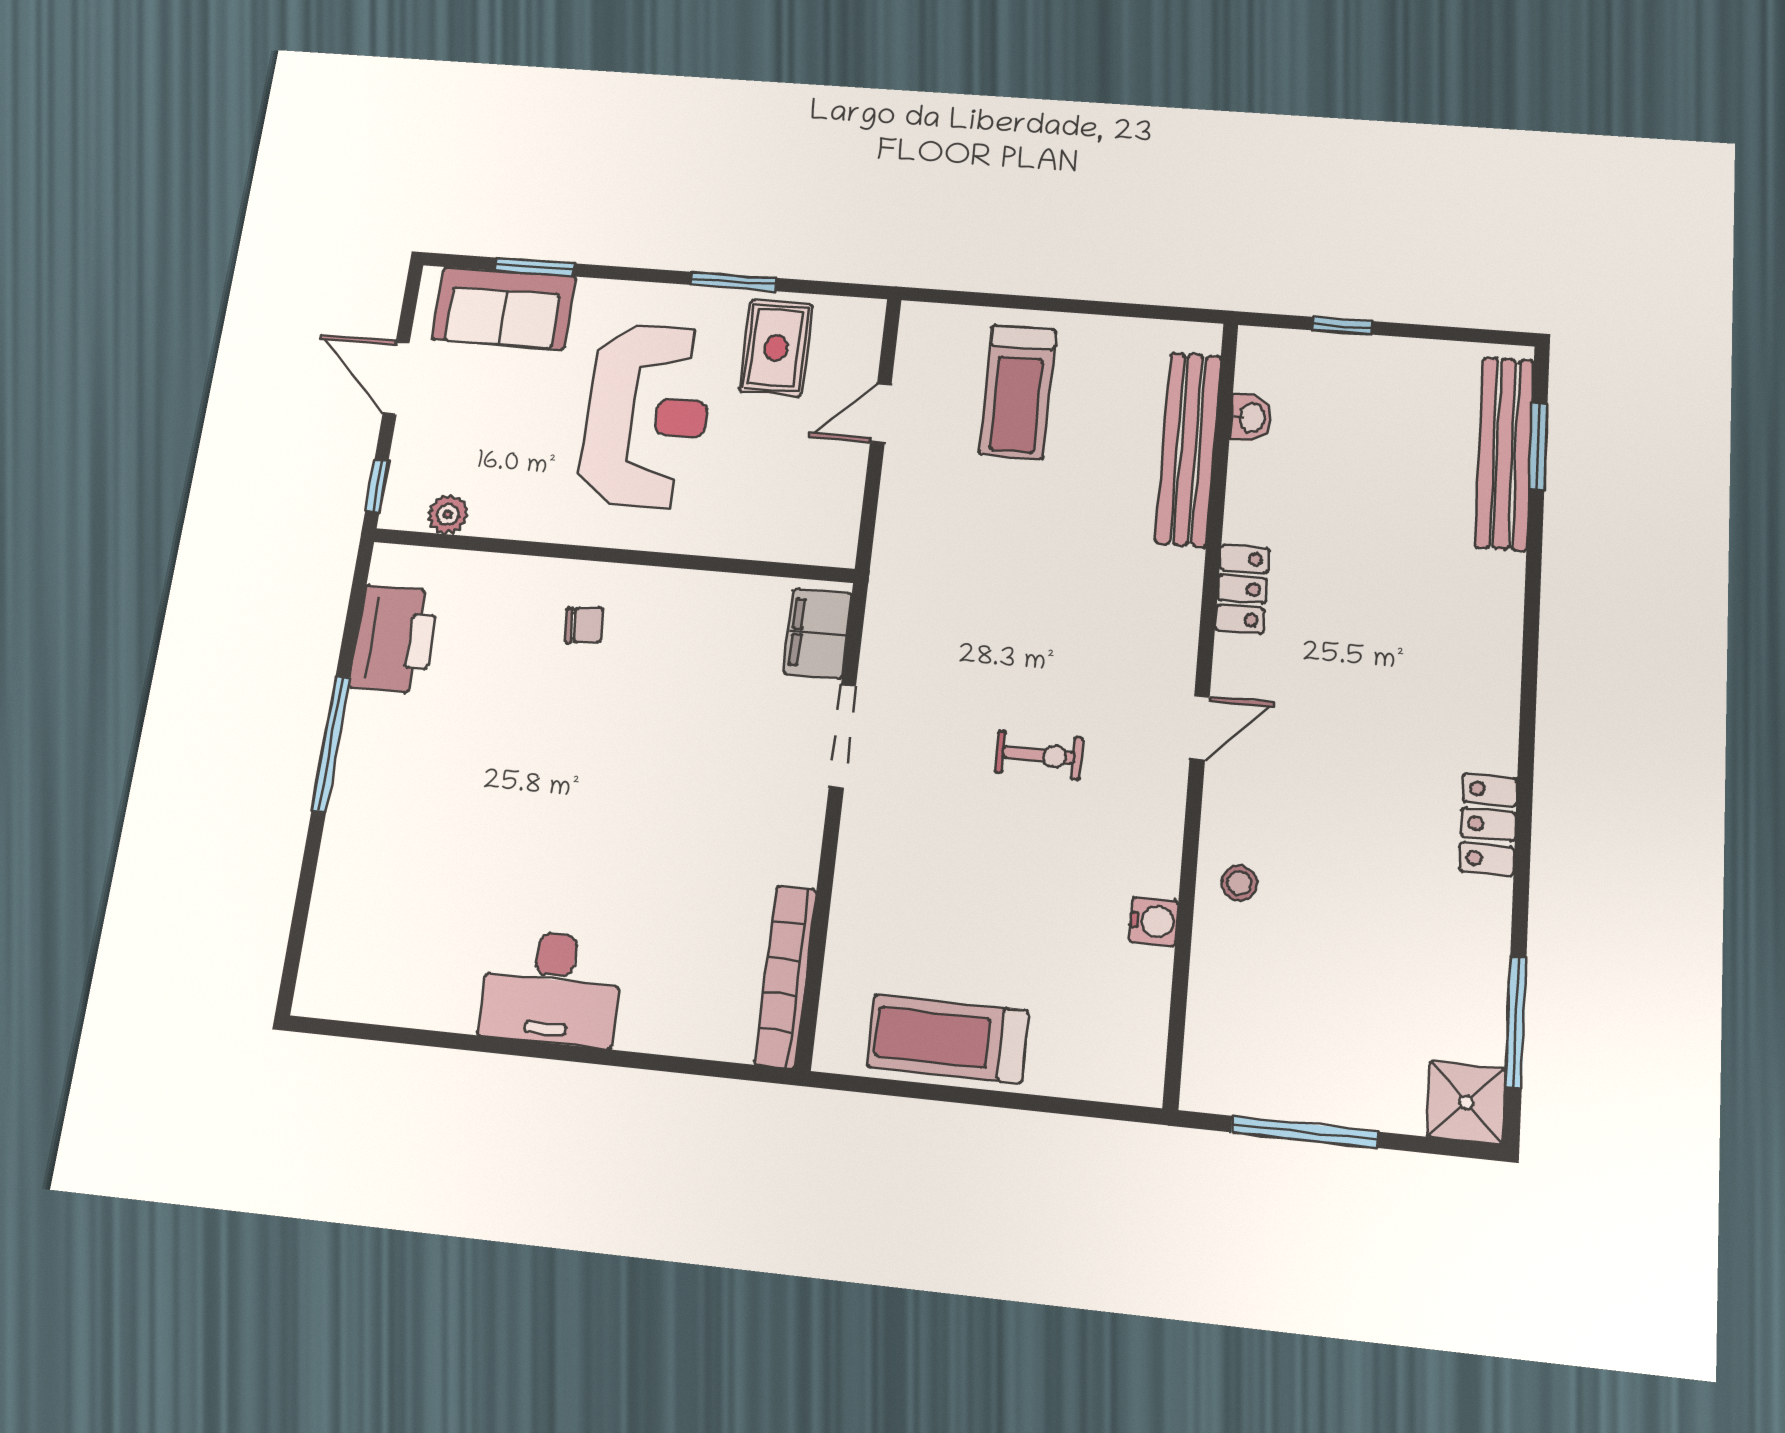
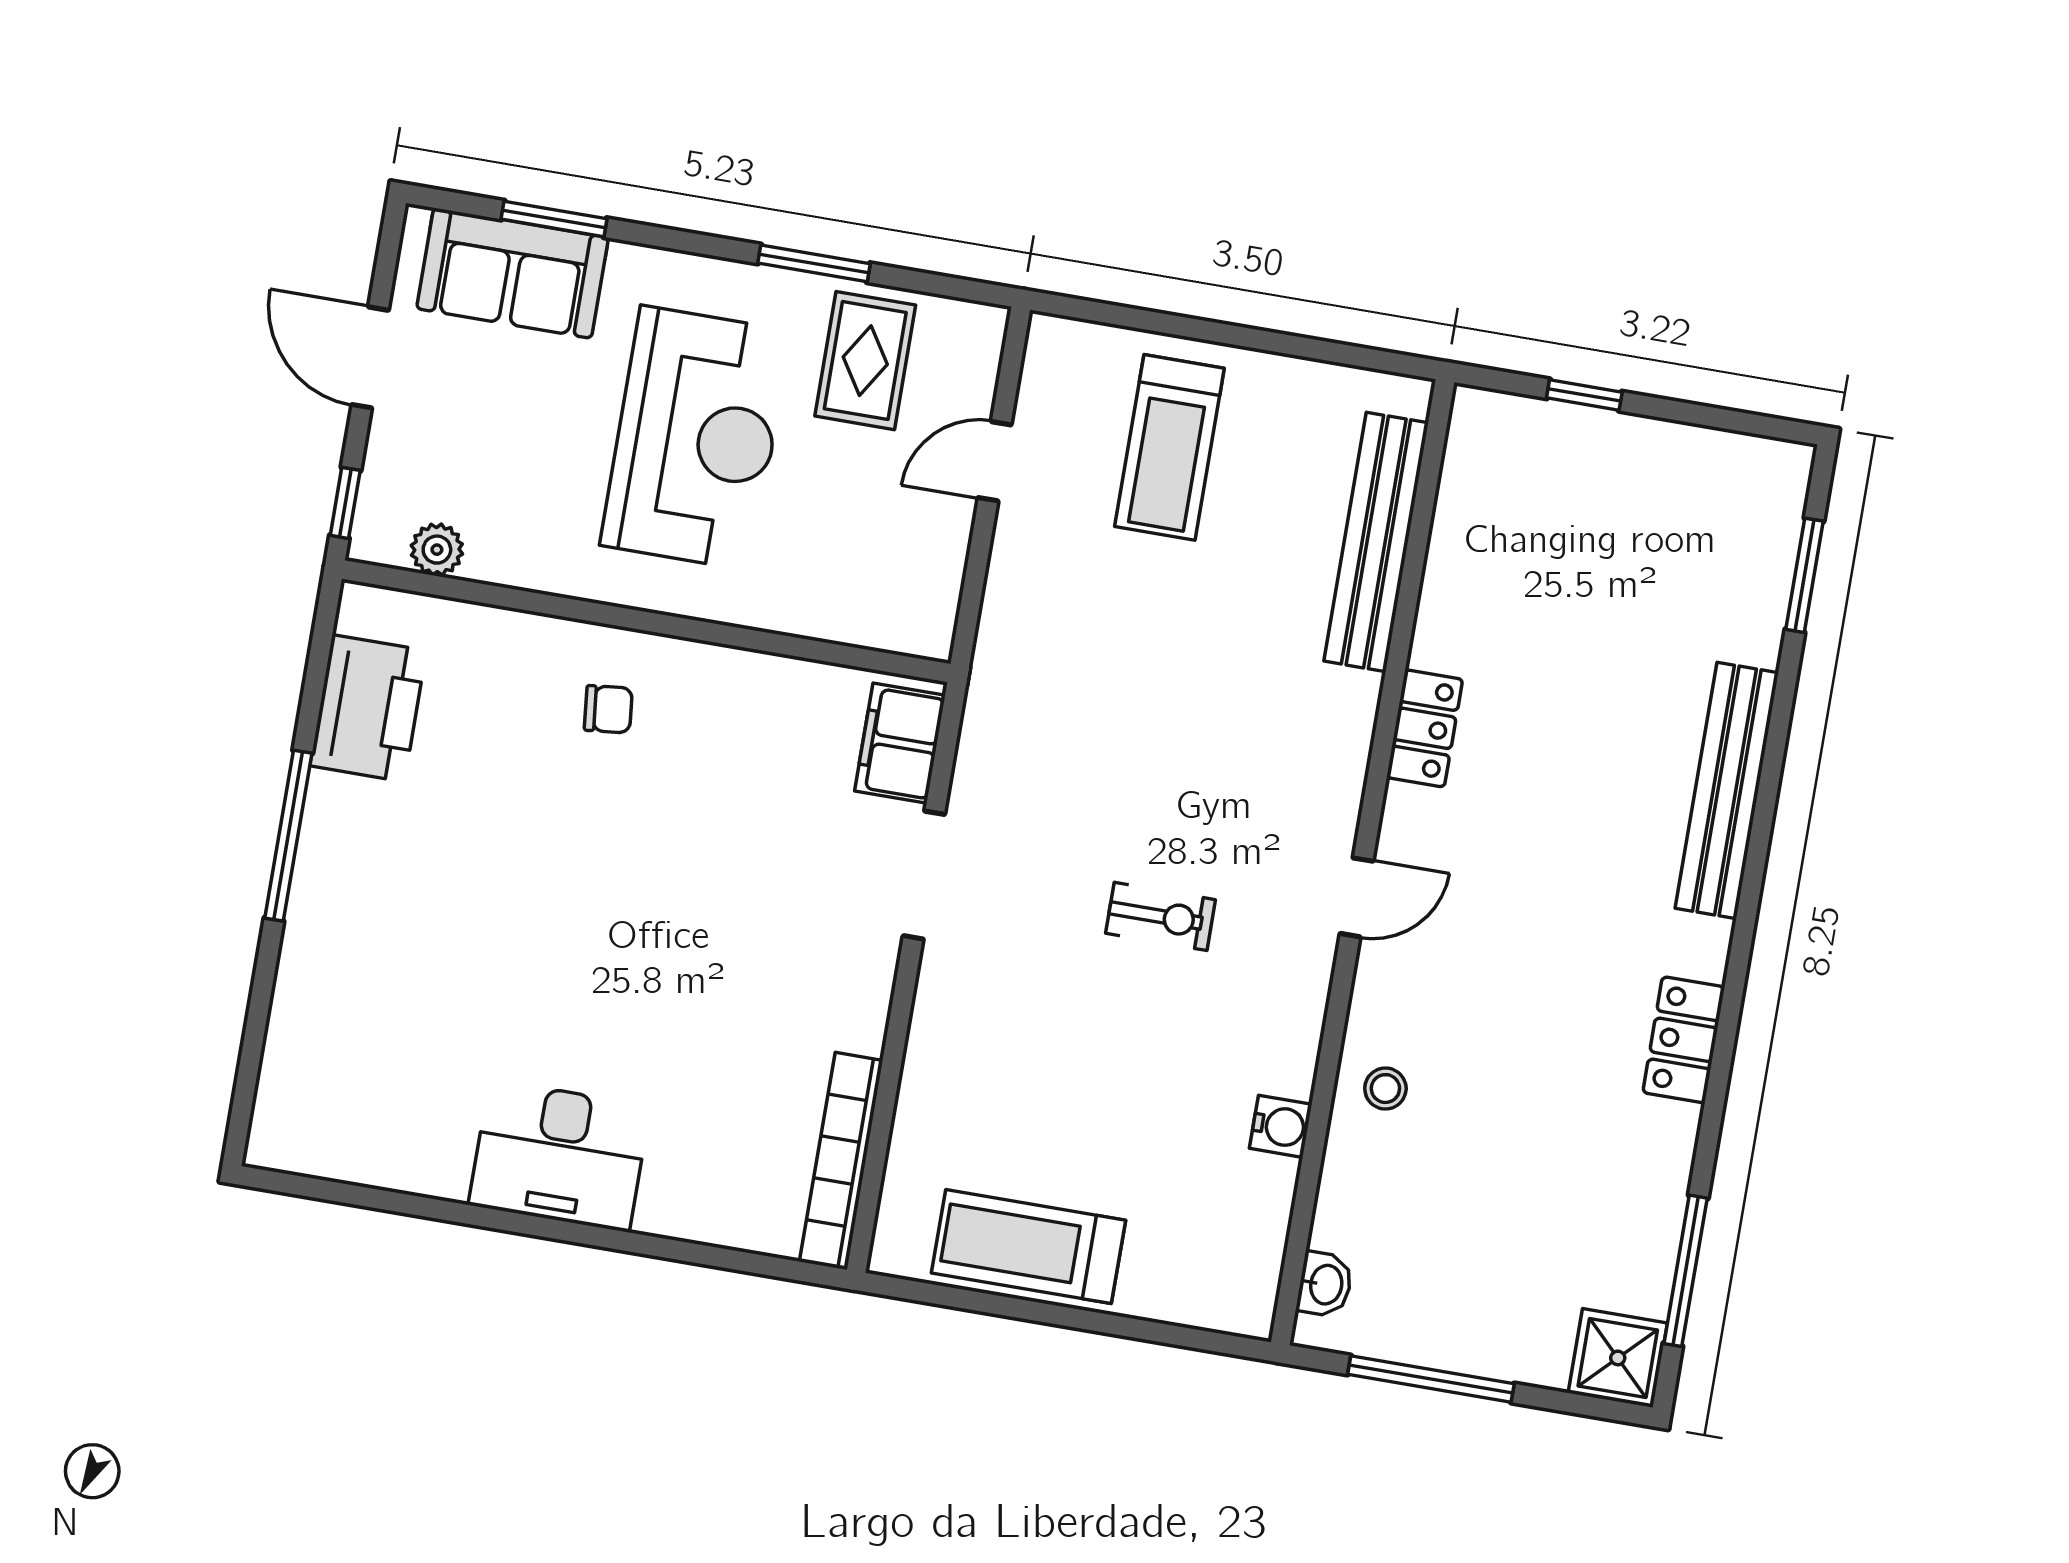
washbasin: (1251, 418) -> (1325, 1284), moved
bench: (1505, 453) -> (1727, 790), moved

